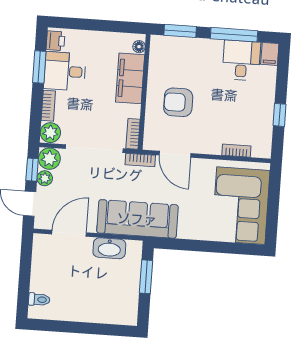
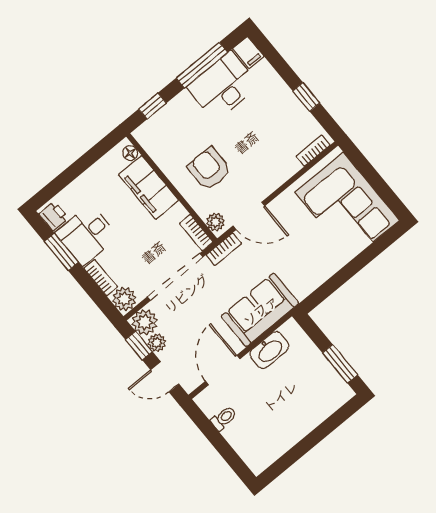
window: (180, 31) -> (153, 106), width x0.67
desk: (241, 60) -> (223, 86), width x1.37
armchair: (178, 102) -> (209, 169), turned 90
plant: (151, 138) -> (215, 222), added
bookcase: (236, 151) -> (313, 151), moved
sofa: (137, 219) -> (260, 310), width x0.73
window: (146, 277) -> (340, 364), moved
toilet: (39, 300) -> (224, 418), moved

